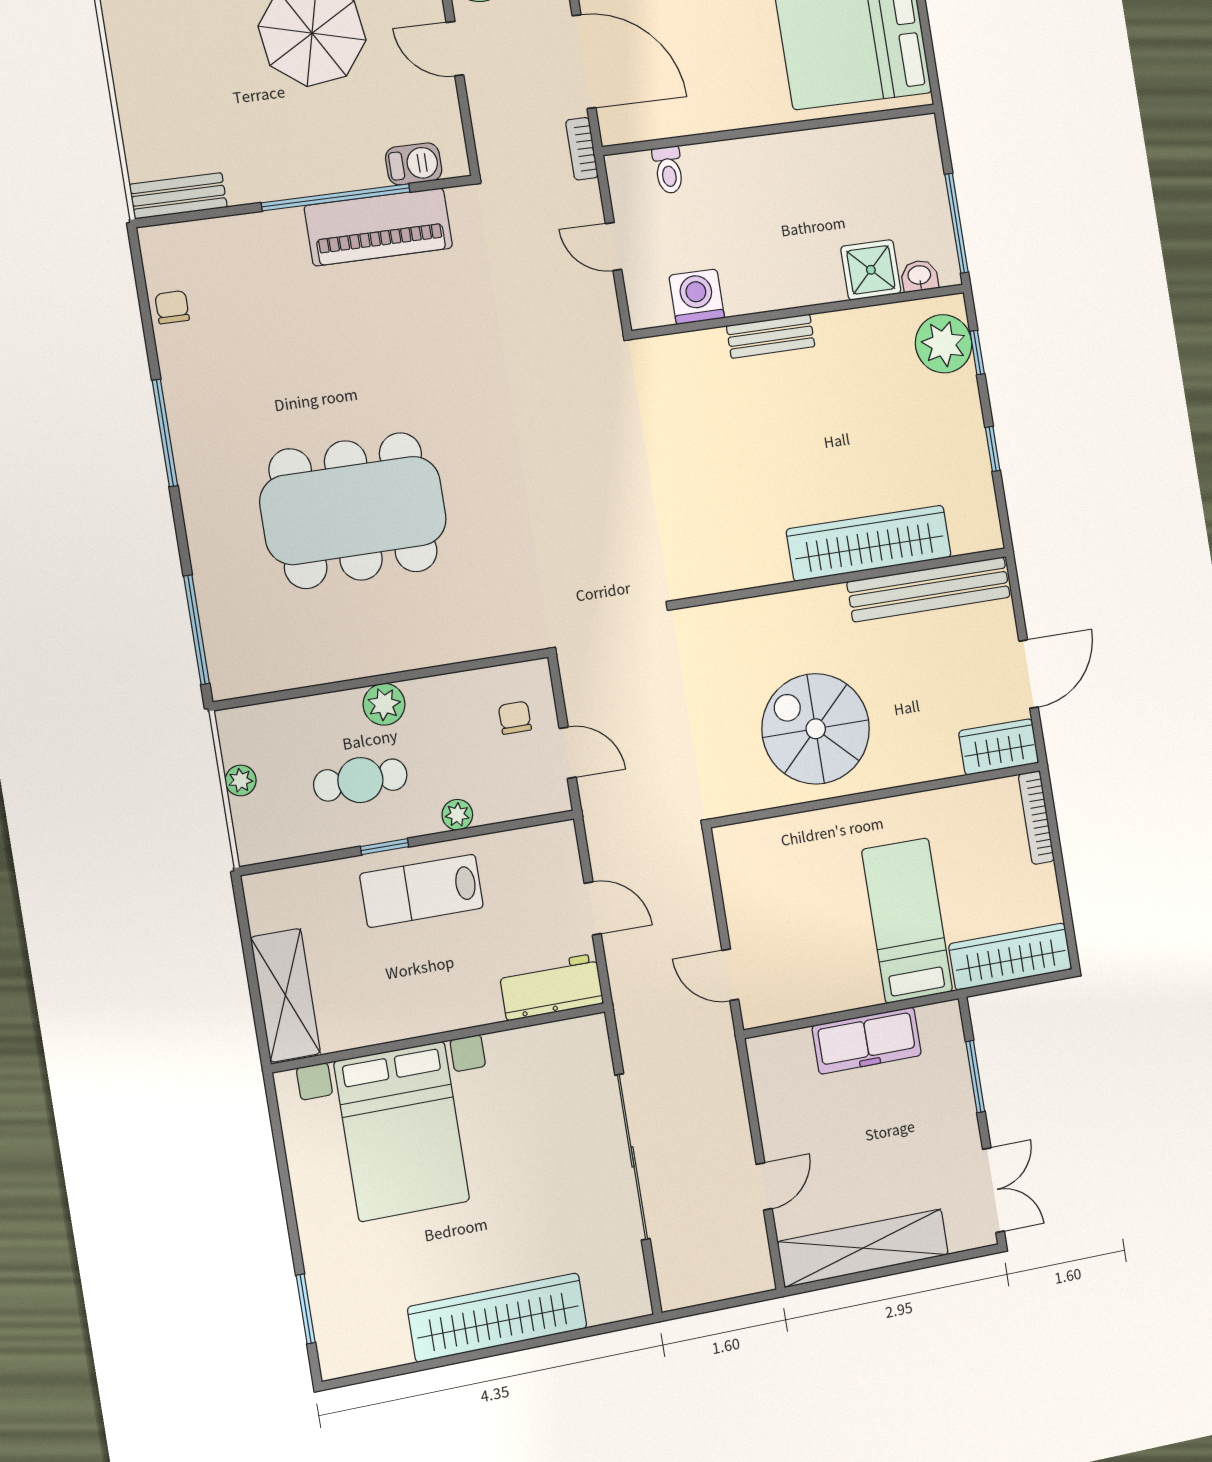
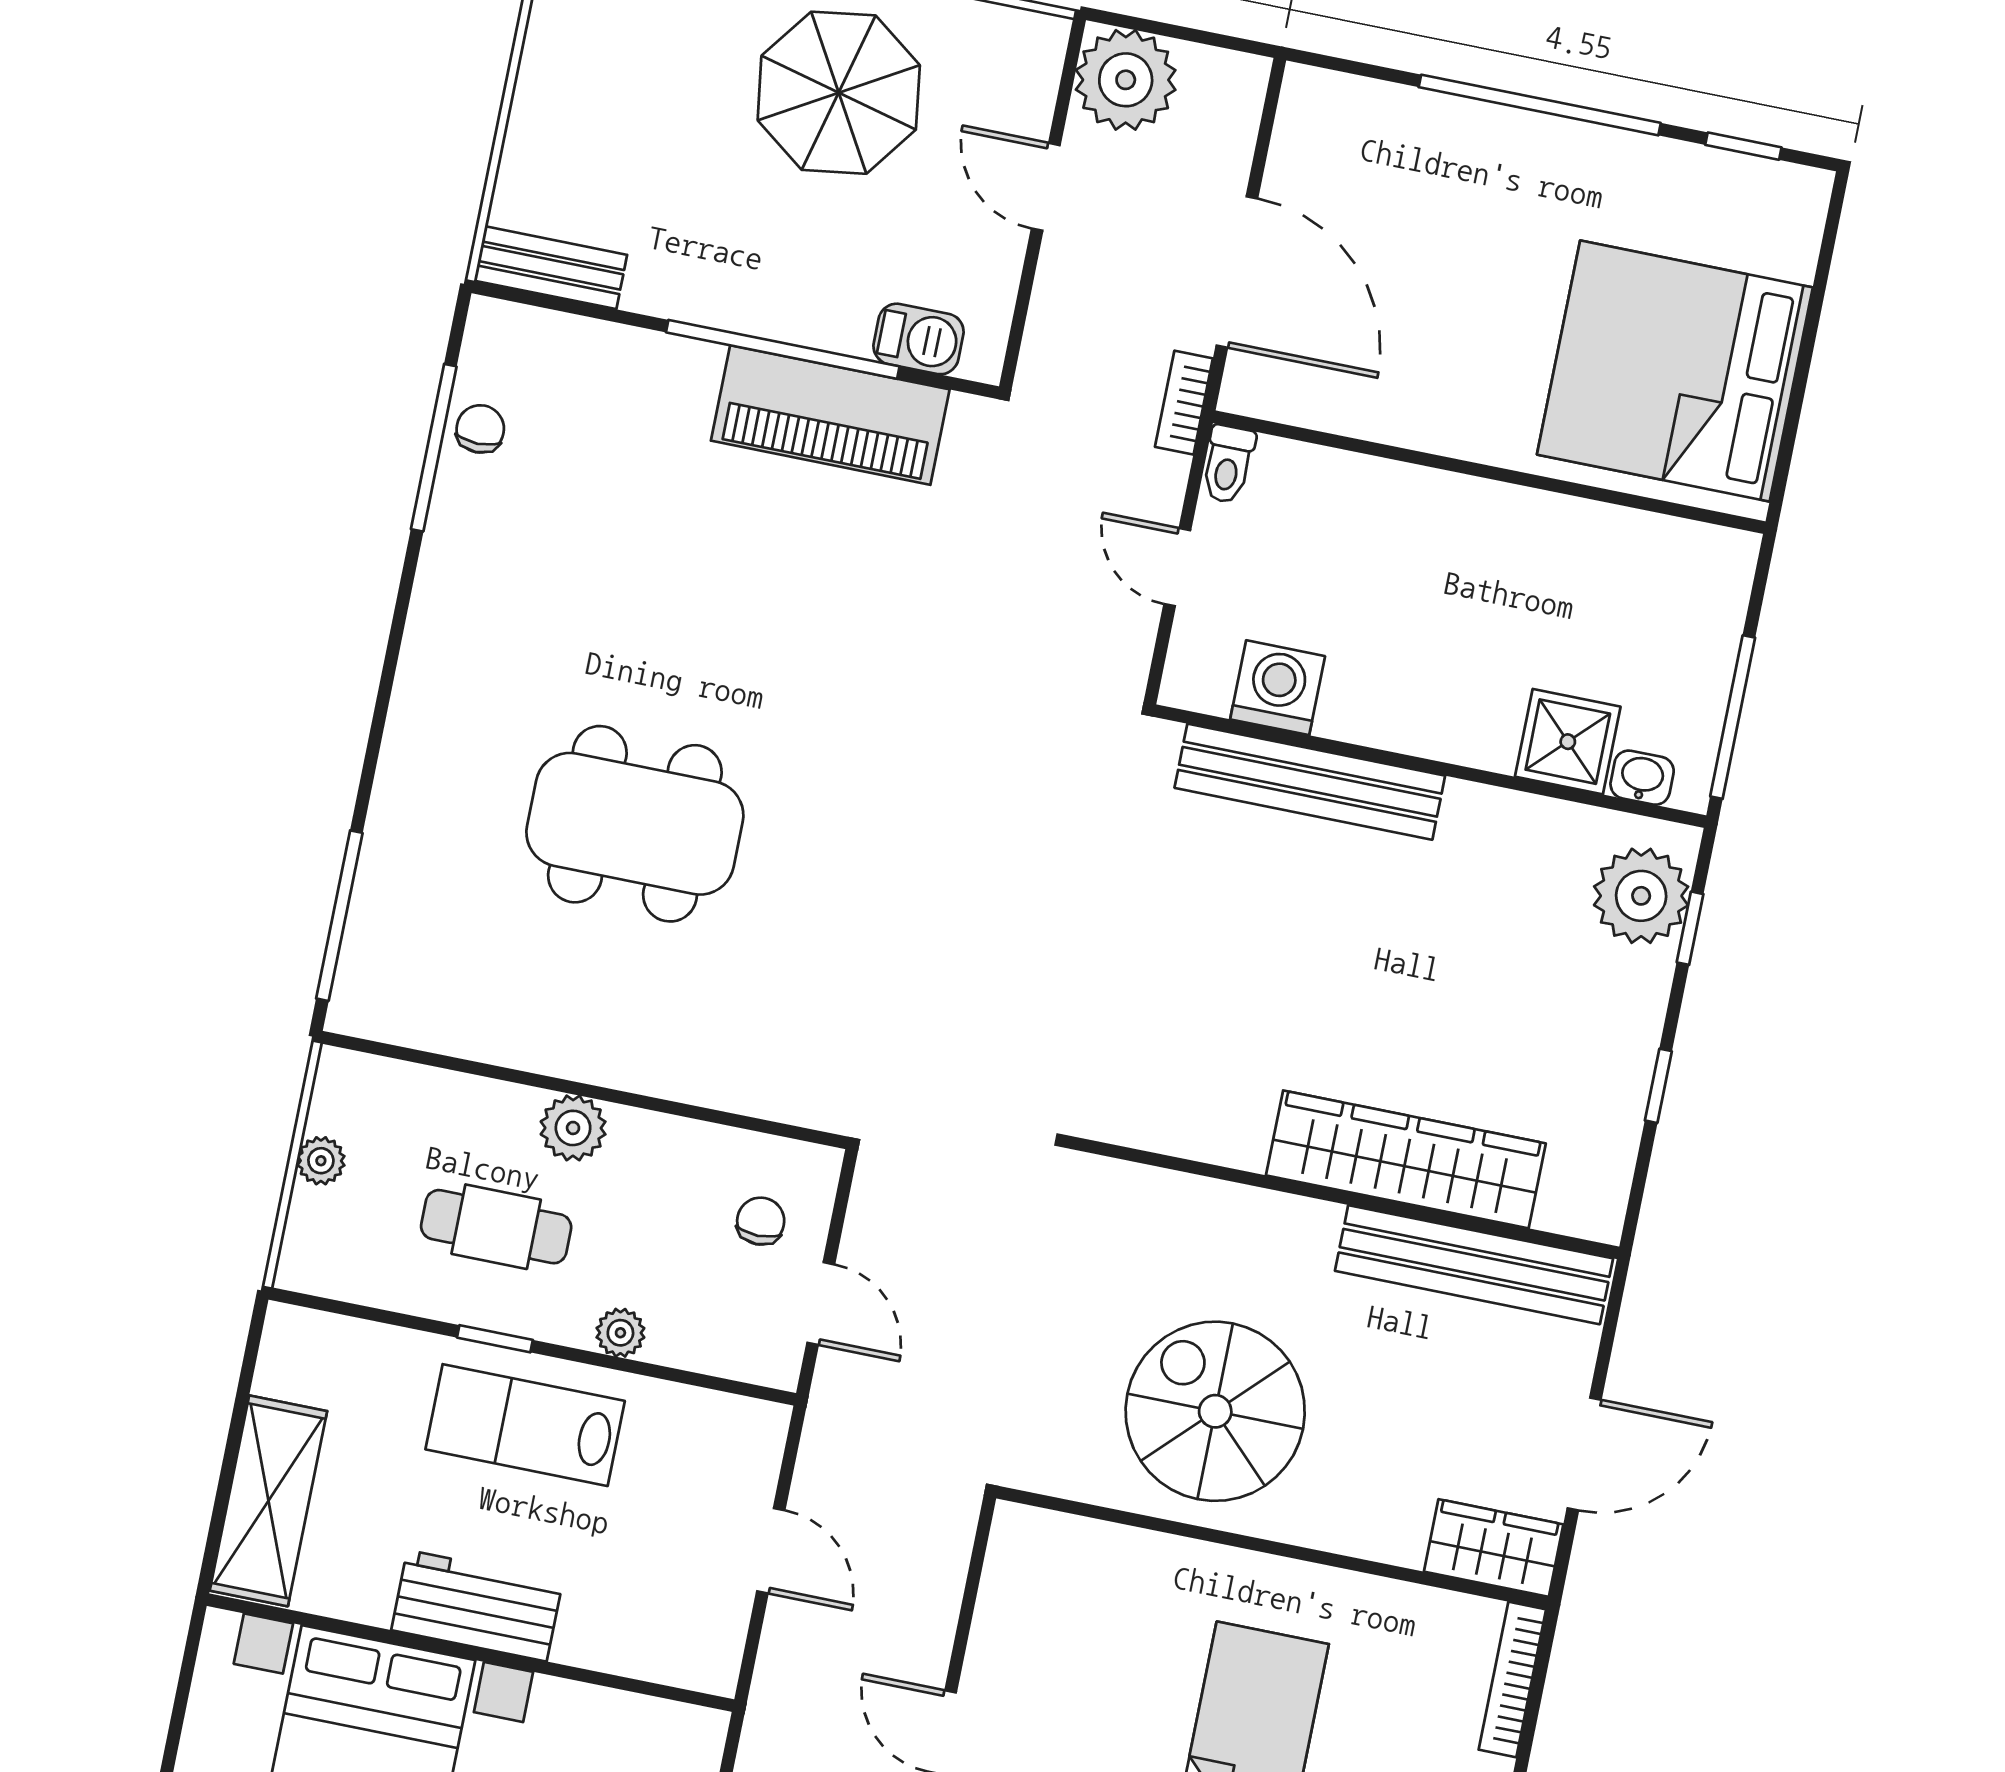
toilet: (668, 170) -> (1228, 464), moved
bench: (771, 336) -> (1310, 782), width x1.86, depth x1.21
window: (165, 433) -> (434, 448), moved
dining table: (353, 510) -> (635, 824), width x0.73, depth x0.80
workbench: (551, 987) -> (477, 1606), moved

